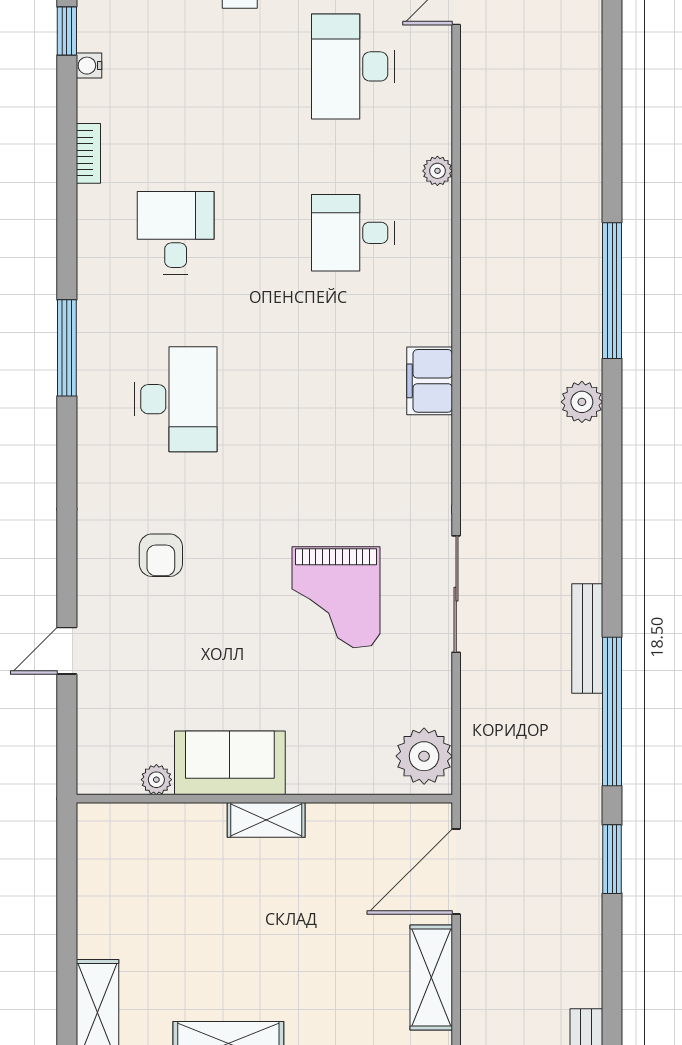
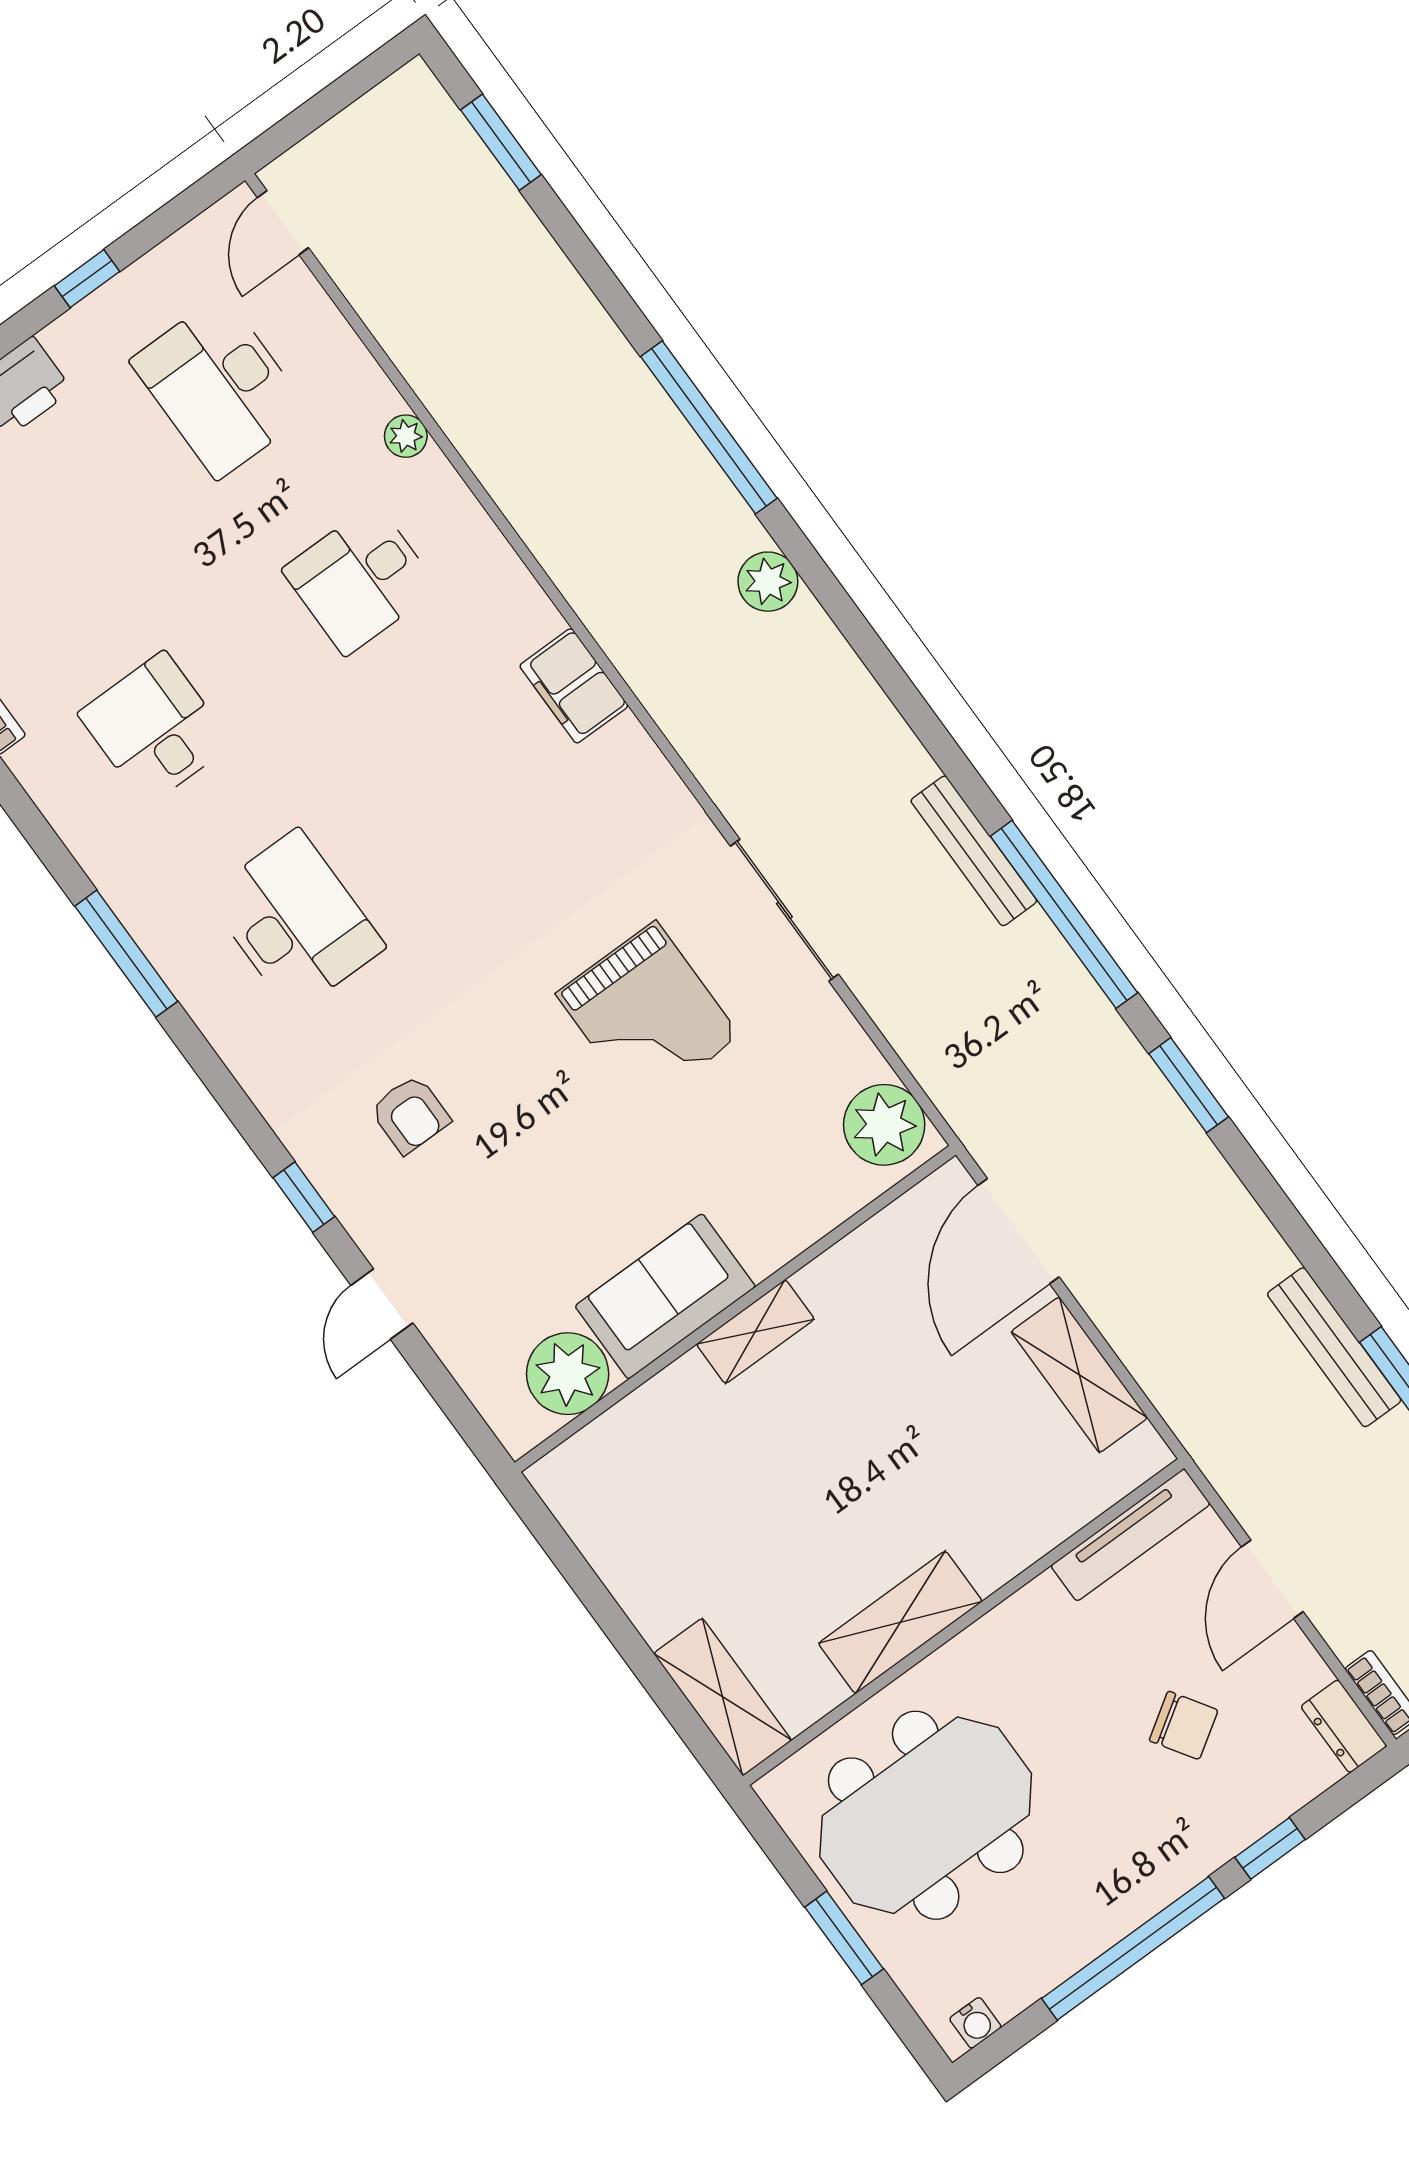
window: (612, 44) -> (501, 142), added
window: (67, 558) -> (304, 1197), added
plant: (156, 780) -> (568, 1374), width x1.87, depth x1.87

